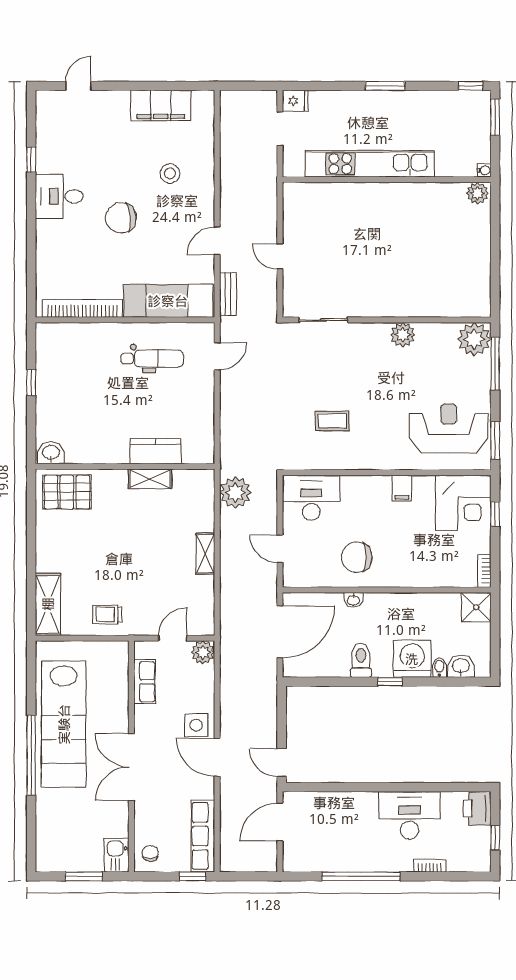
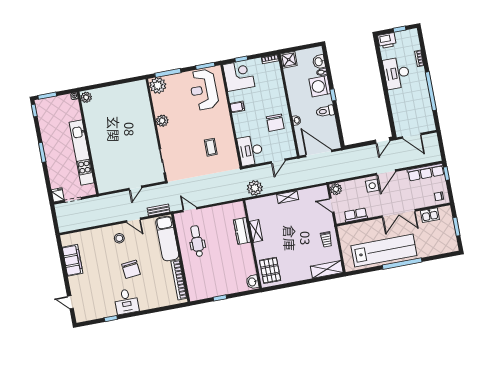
stool: (170, 173) -> (119, 238), moved
kitchen sink: (116, 855) -> (430, 215), moved

